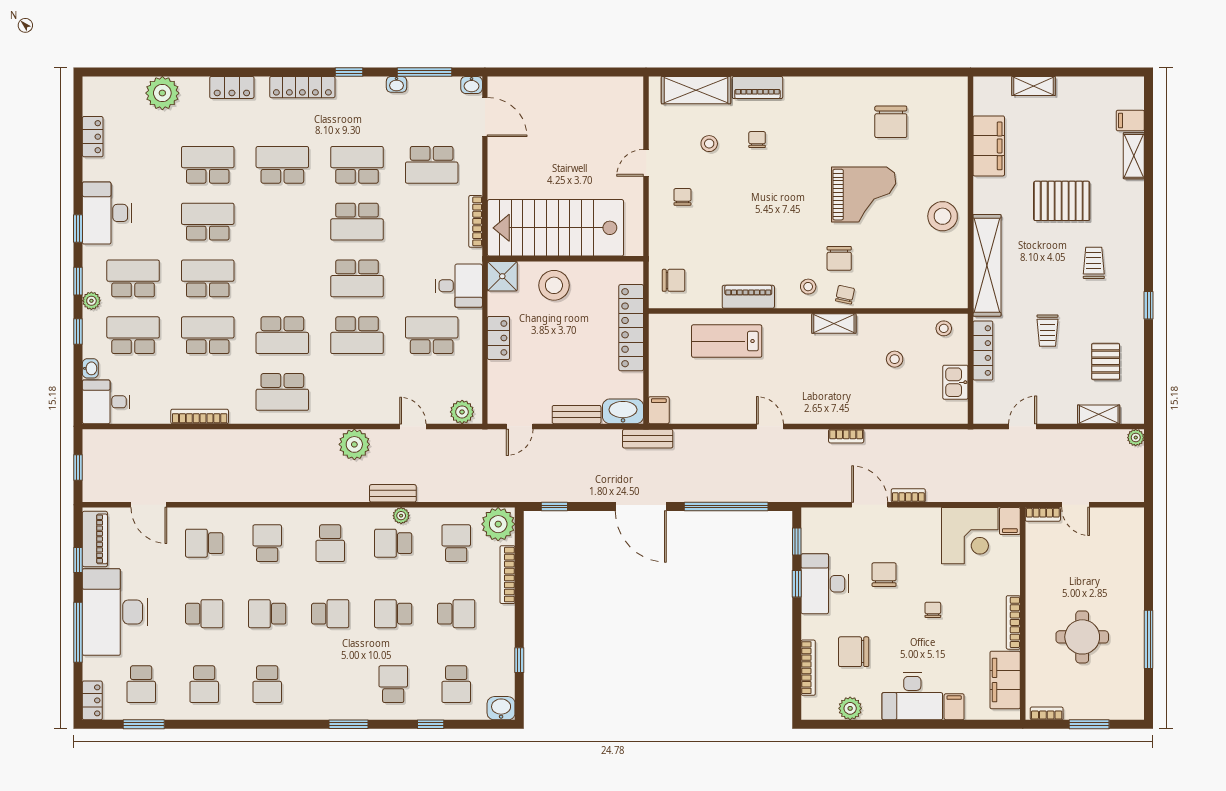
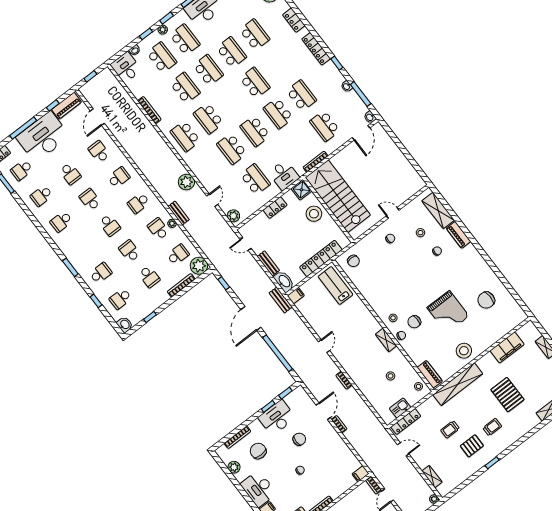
school desk: (282, 165) -> (255, 83), moved
piano: (748, 297) -> (430, 374), moved
lab bench: (727, 341) -> (335, 286), moved
locker: (983, 351) -> (406, 422), moved
pallet: (1106, 361) -> (472, 446), moved
corner desk: (970, 536) -> (342, 462), removed

